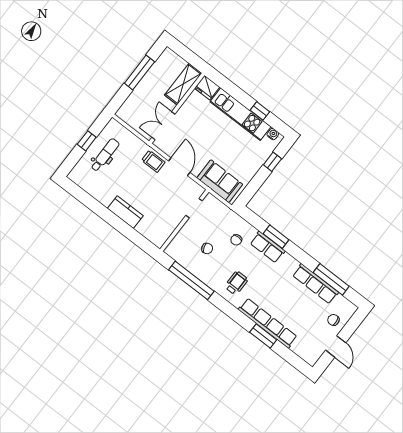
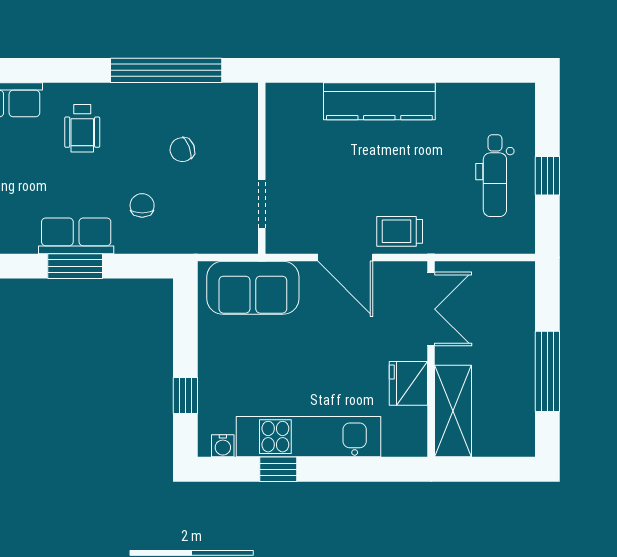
fridge: (207, 88) -> (408, 383), moved, turned -90
kitchen counter: (125, 212) -> (379, 101), width x1.50

